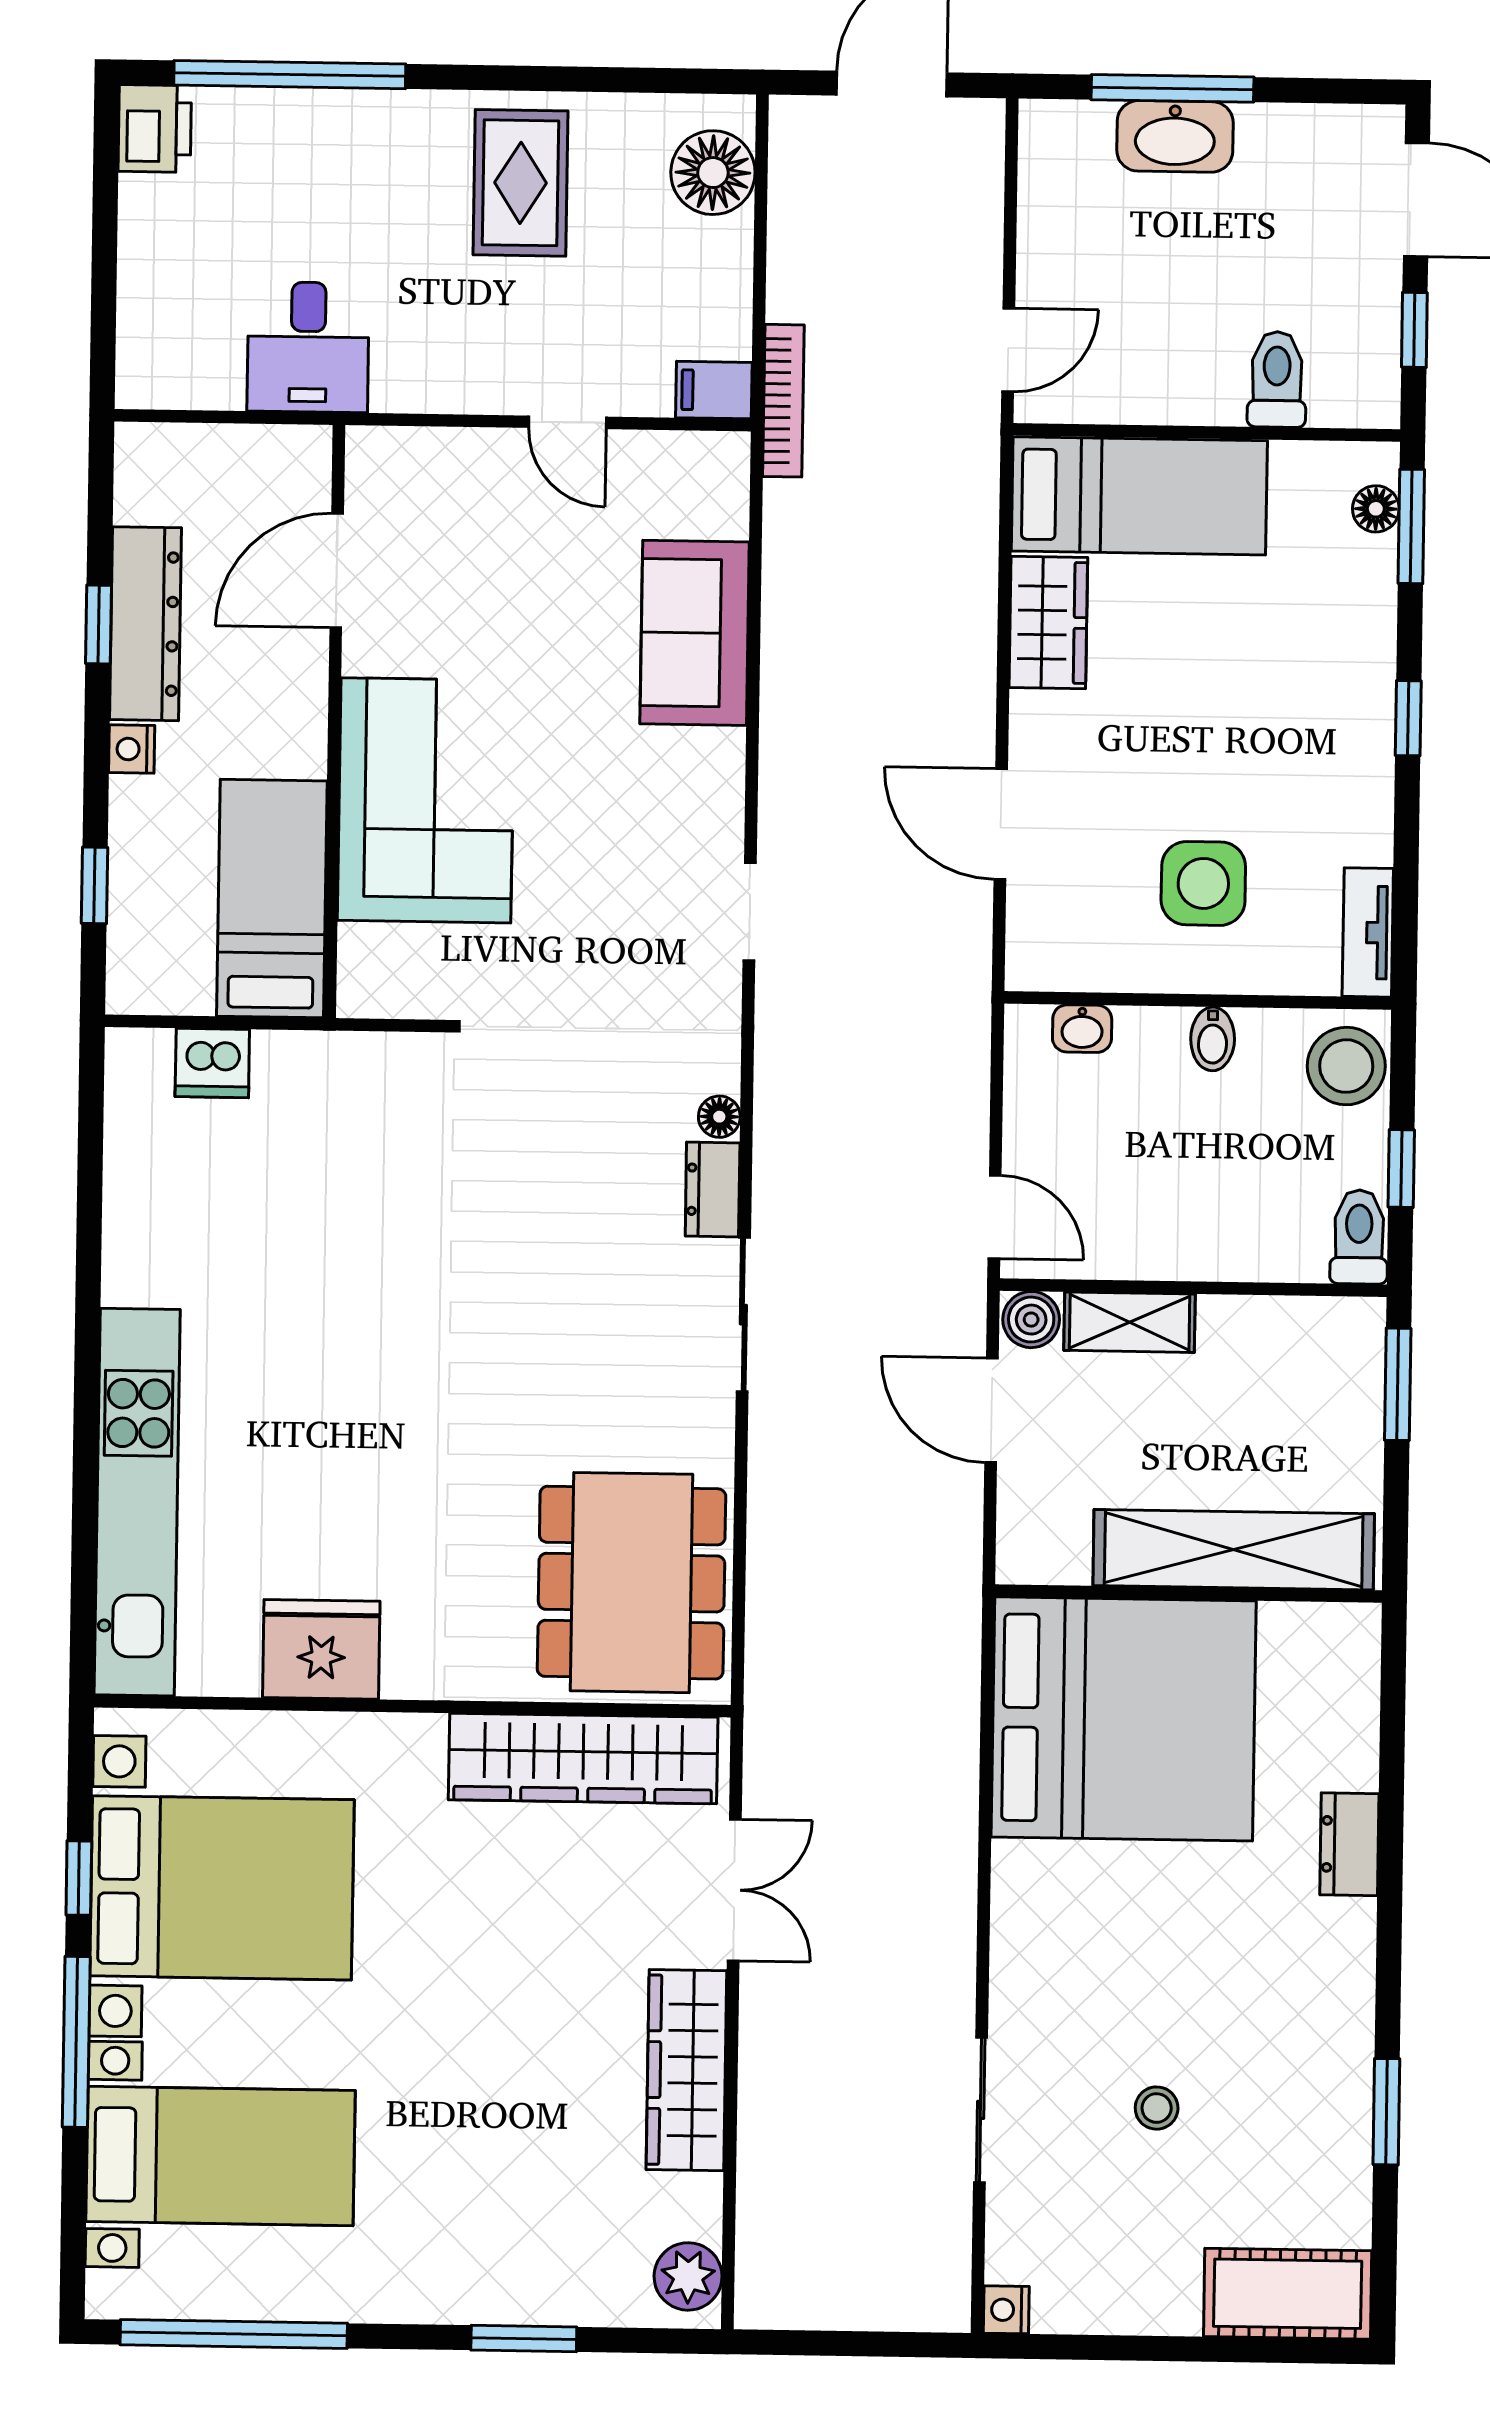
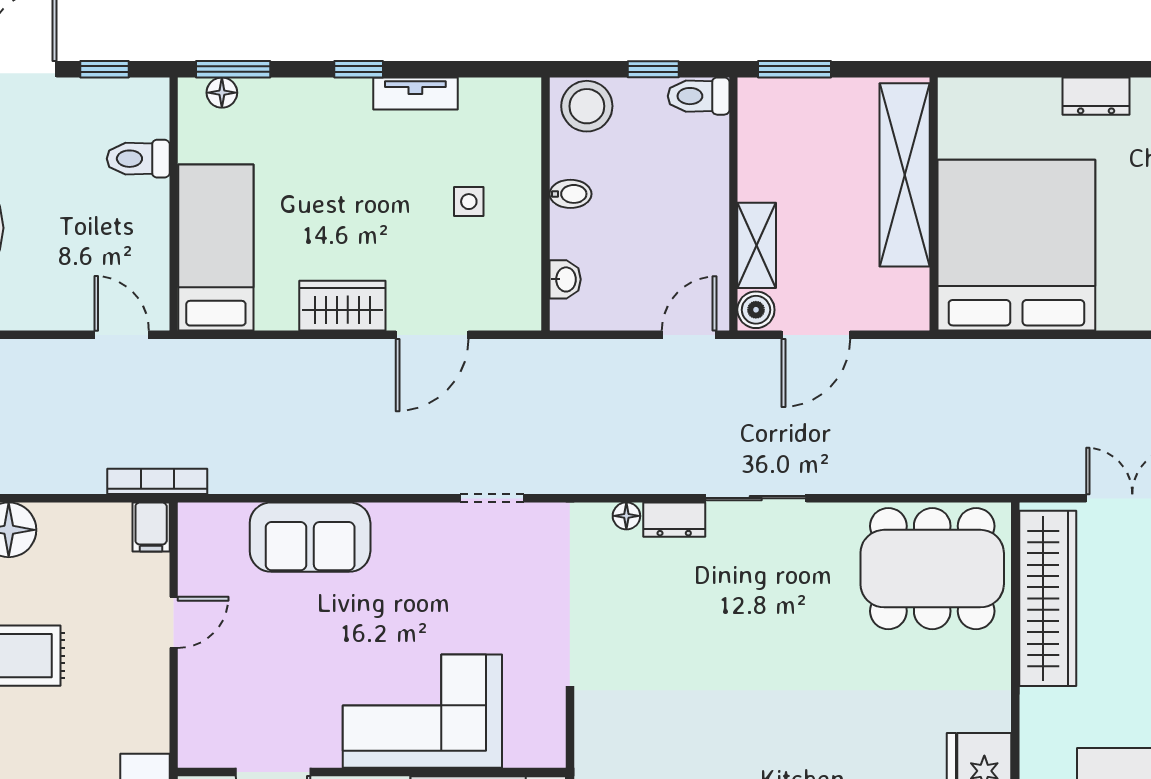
wardrobe: (1048, 622) -> (342, 306), moved
side table: (1203, 883) -> (469, 202), width x0.54, depth x0.54
tv unit: (1368, 932) -> (415, 93), moved

